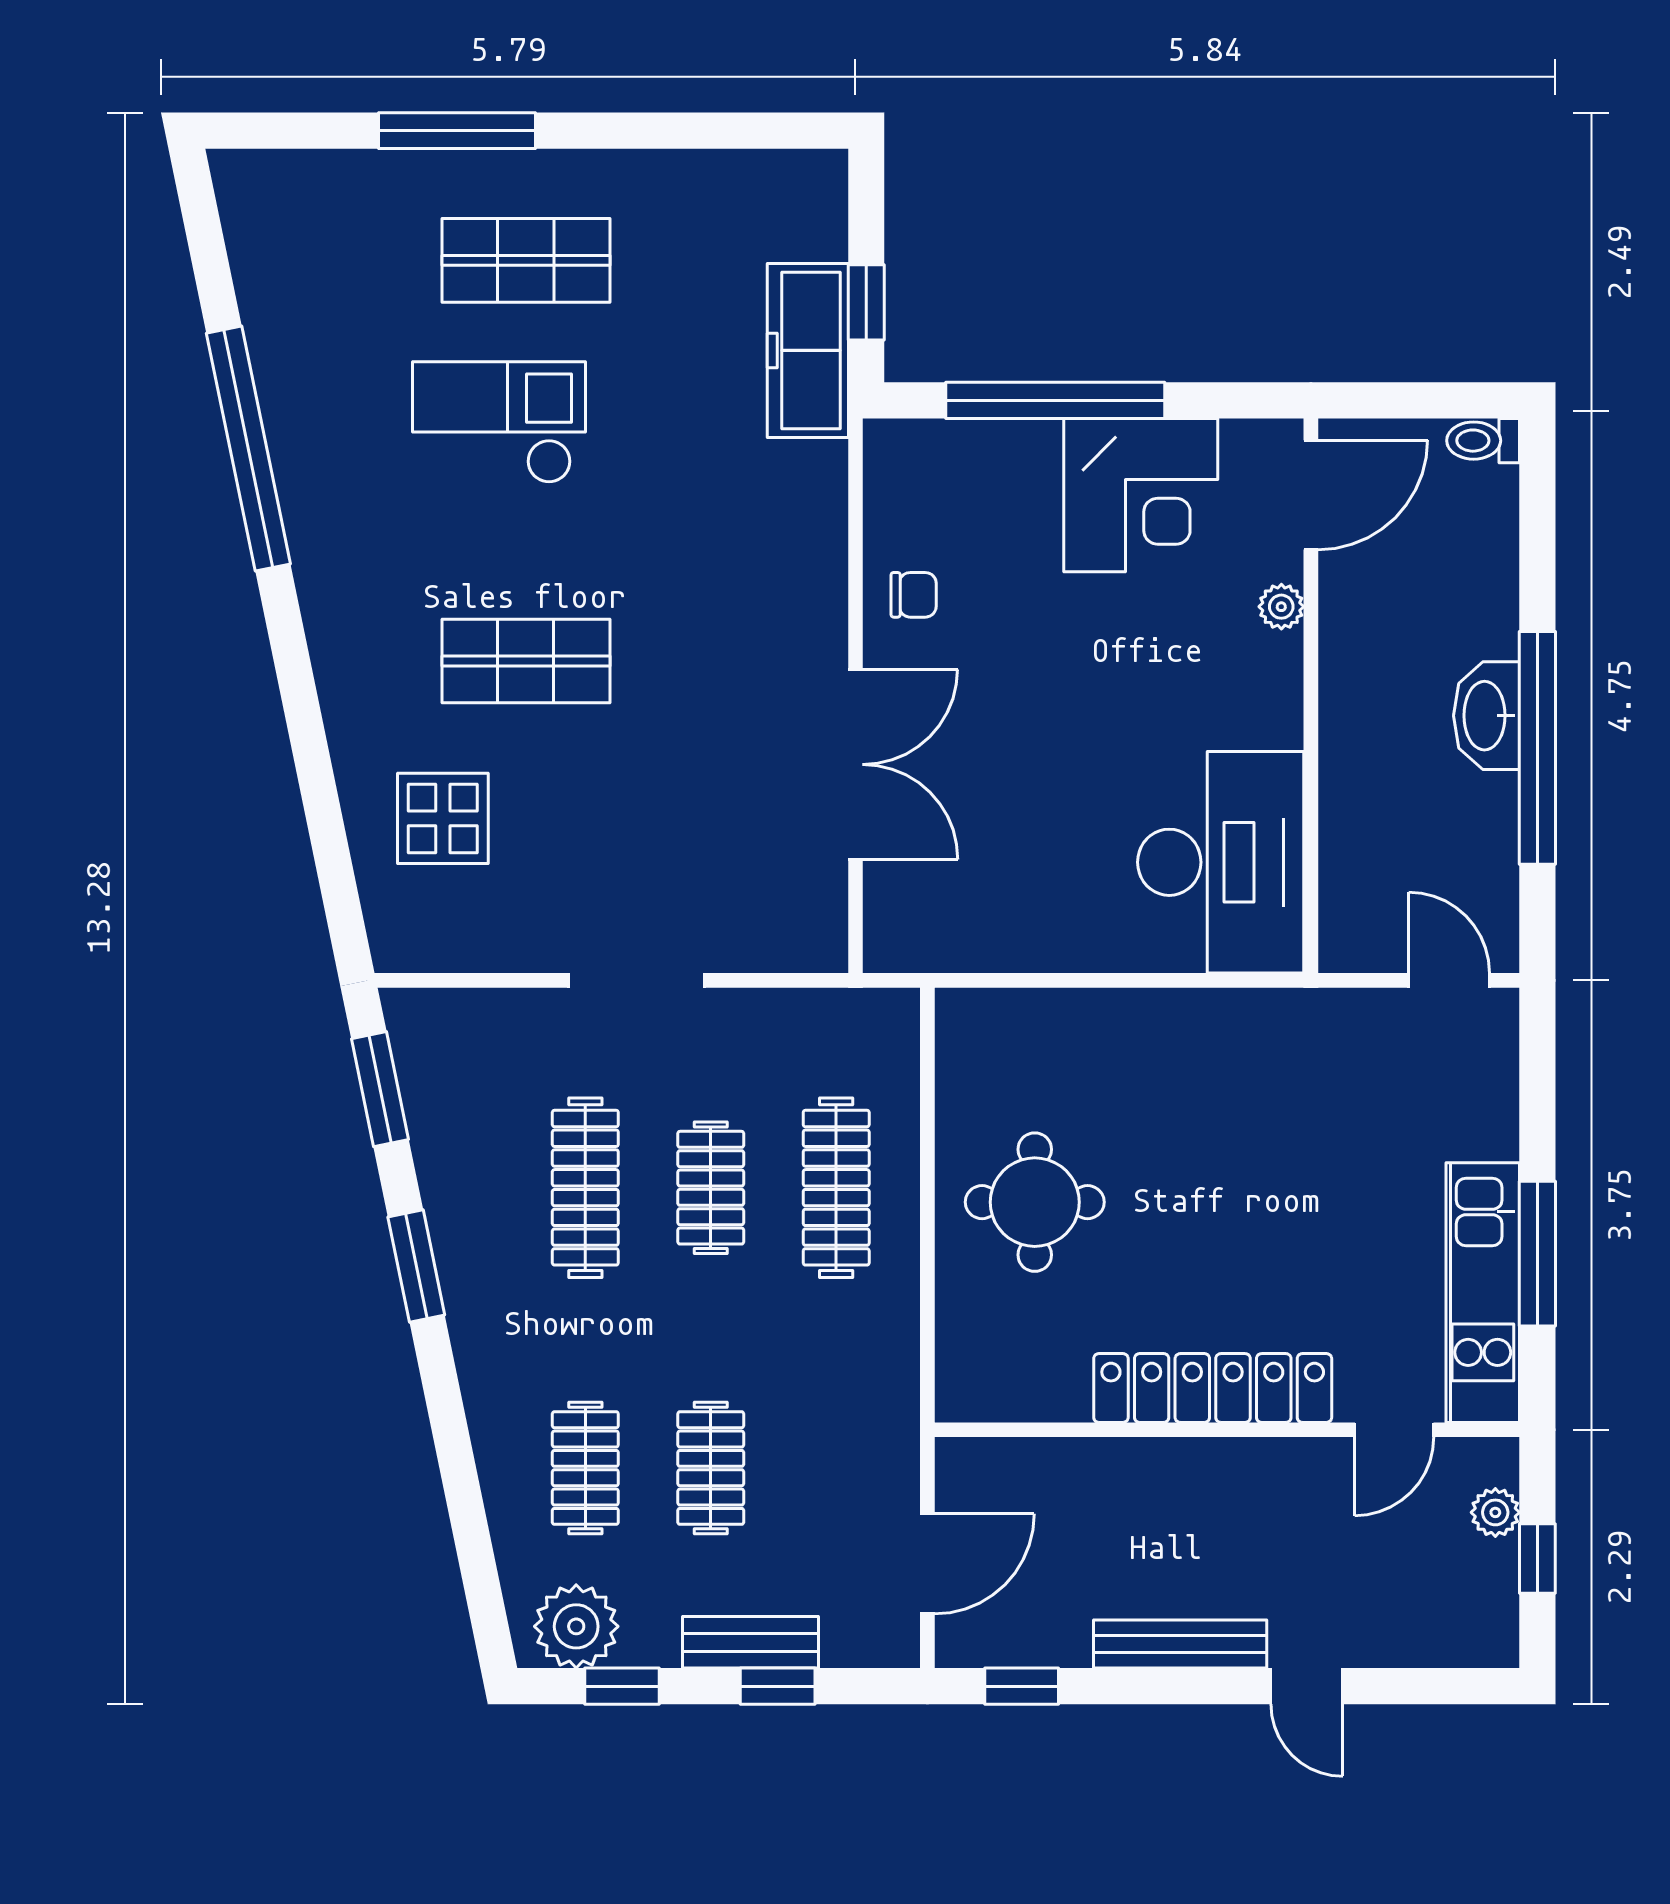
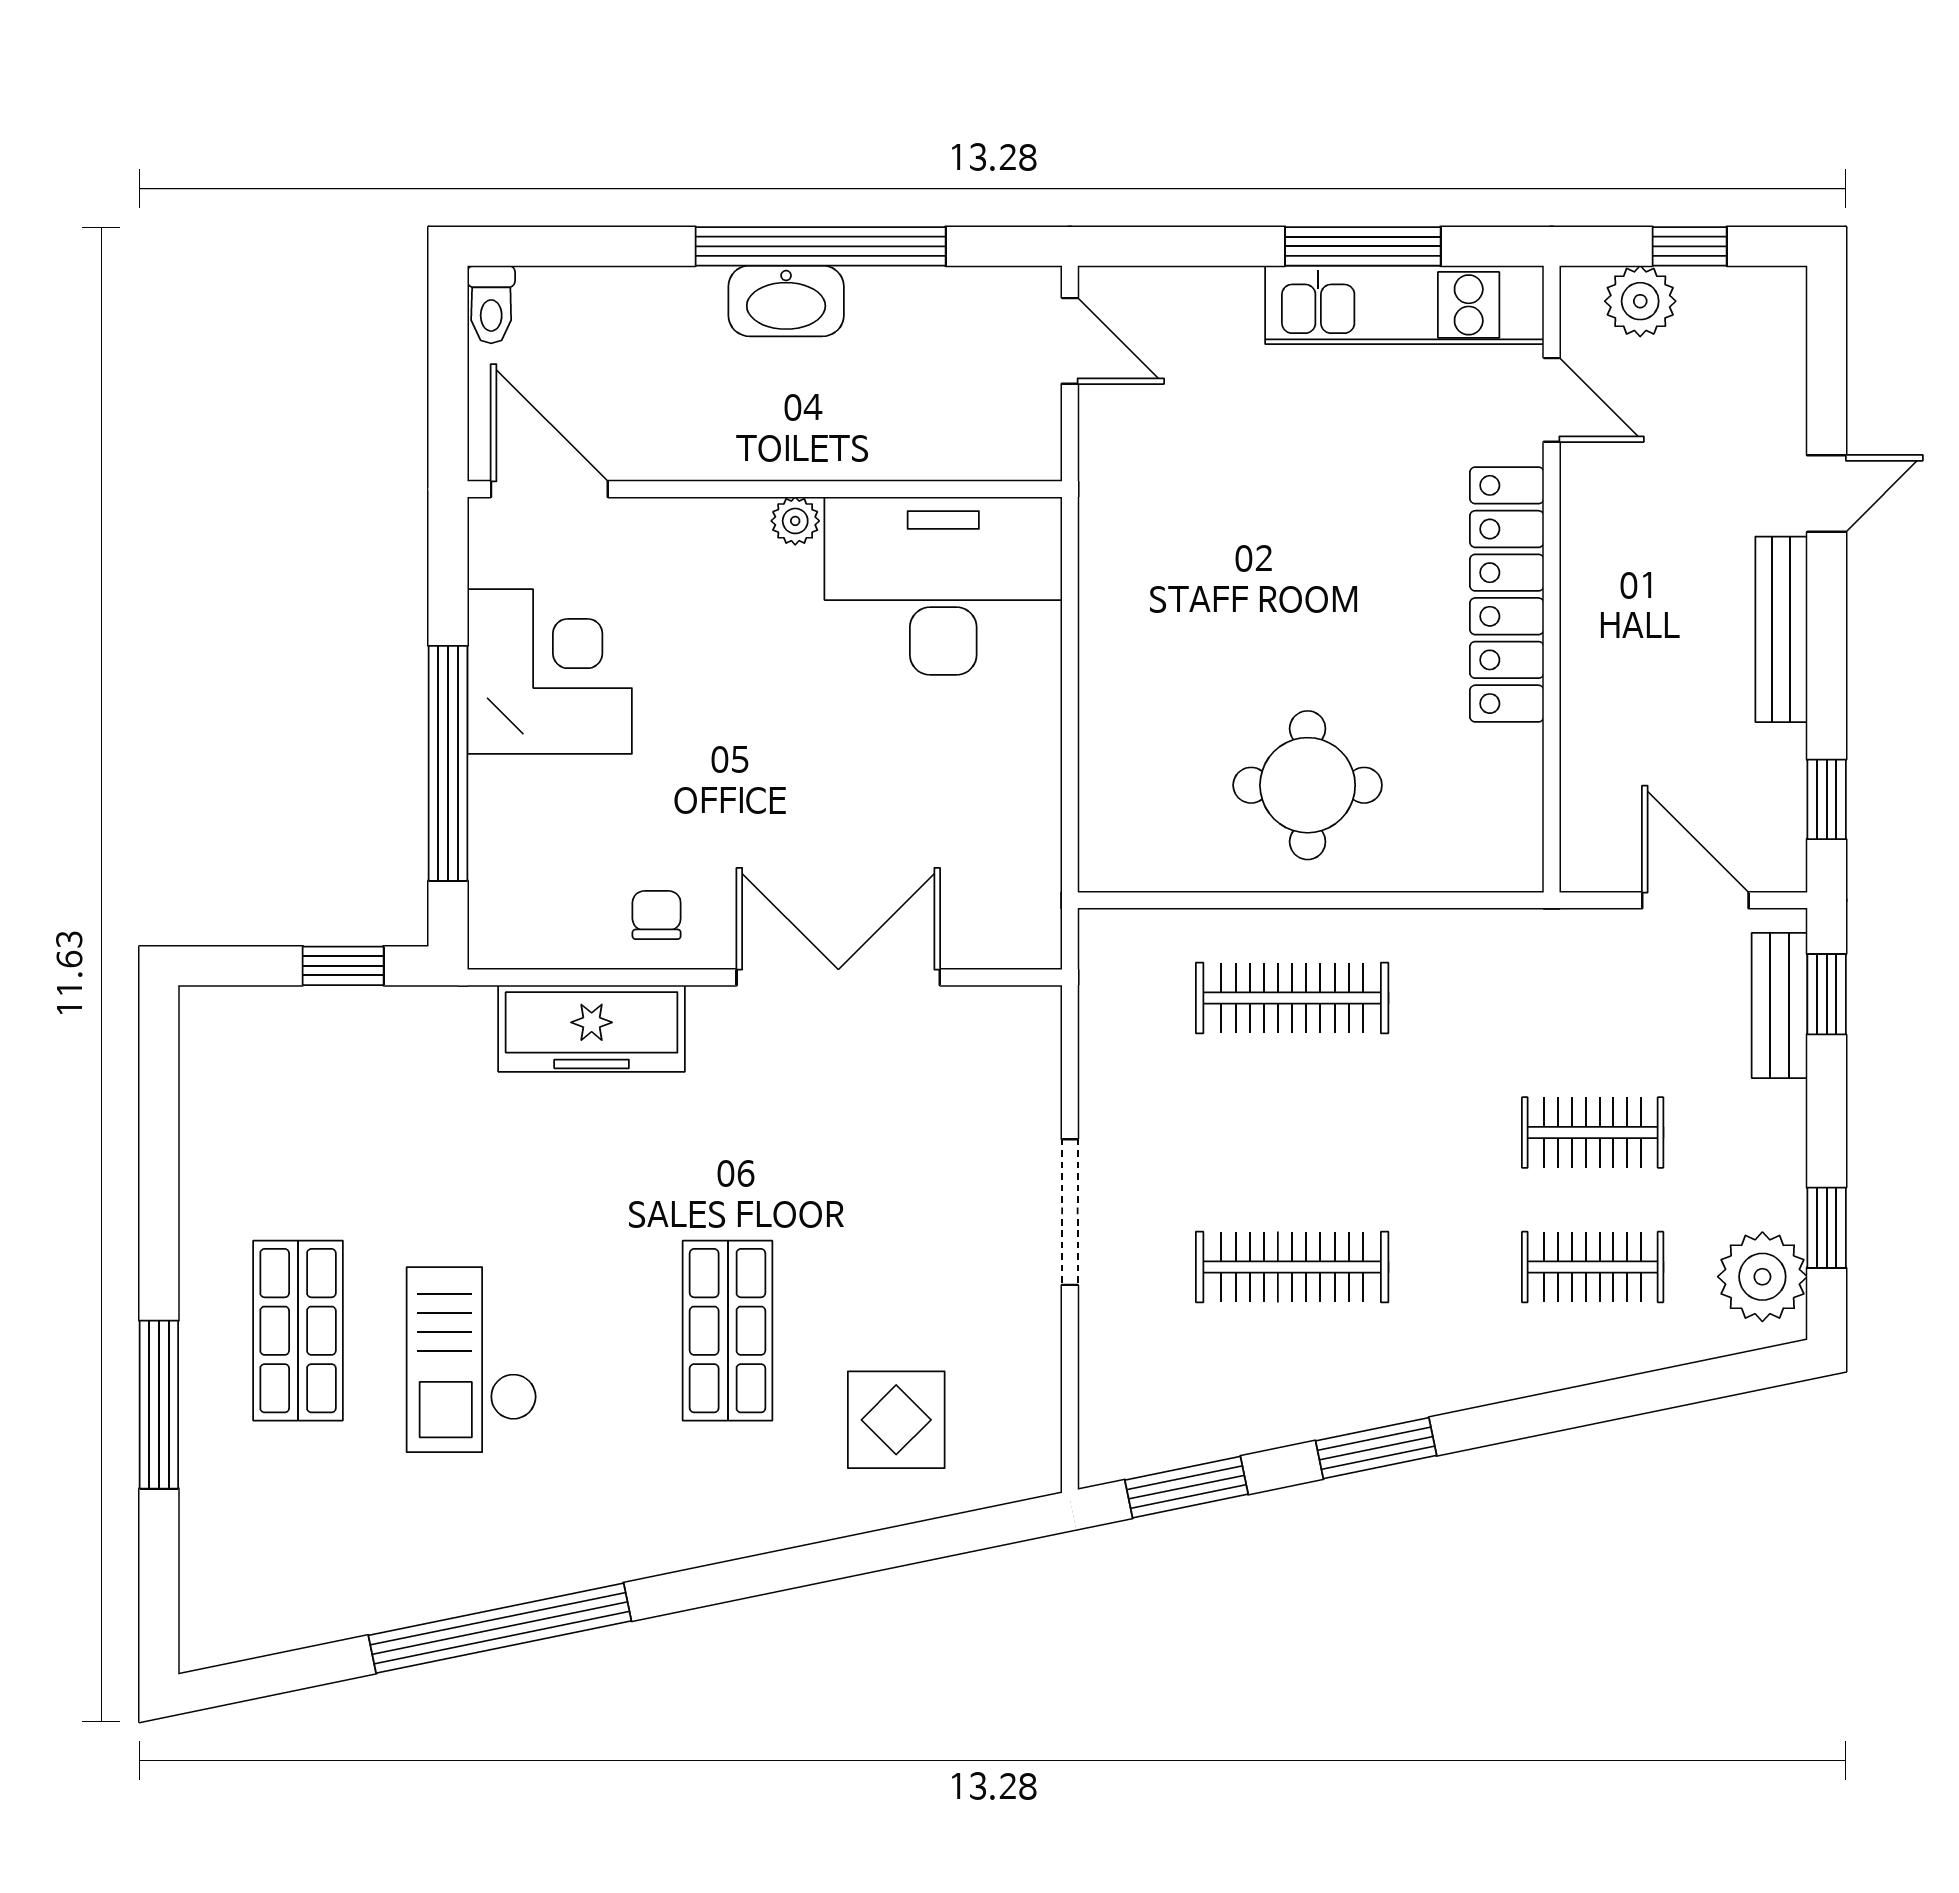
freezer: (808, 350) -> (592, 1028), moved
plant: (1281, 607) -> (795, 521), moved
door: (1449, 980) -> (1070, 341), swing flipped
clothes rail: (711, 1188) -> (1292, 1133), removed
plant: (1495, 1512) -> (1640, 301), width x1.38, depth x1.38
bench: (751, 1642) -> (1780, 1006), moved
window: (778, 1686) -> (1827, 994), moved

